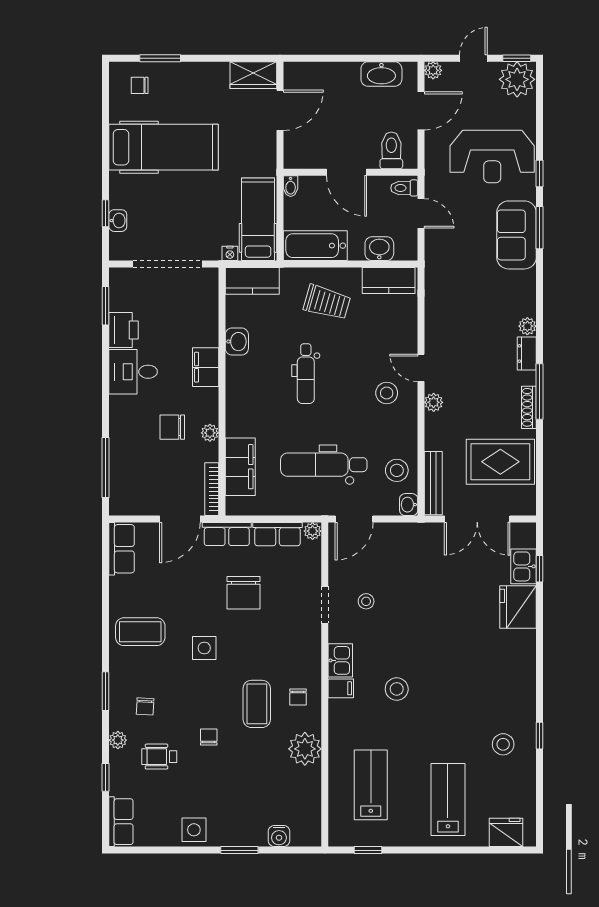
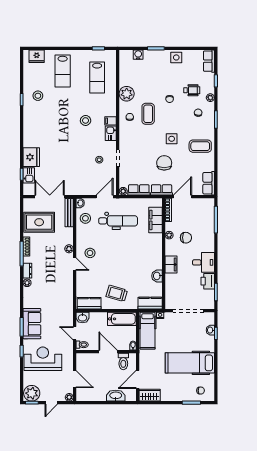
washbasin: (381, 74) -> (116, 396), moved
door: (421, 111) -> (75, 379), swing flipped
toilet: (391, 150) -> (123, 361), moved
washbasin: (379, 249) -> (83, 318), moved
dental chair: (306, 374) -> (126, 262), removed
chair: (243, 593) -> (164, 163), moved

